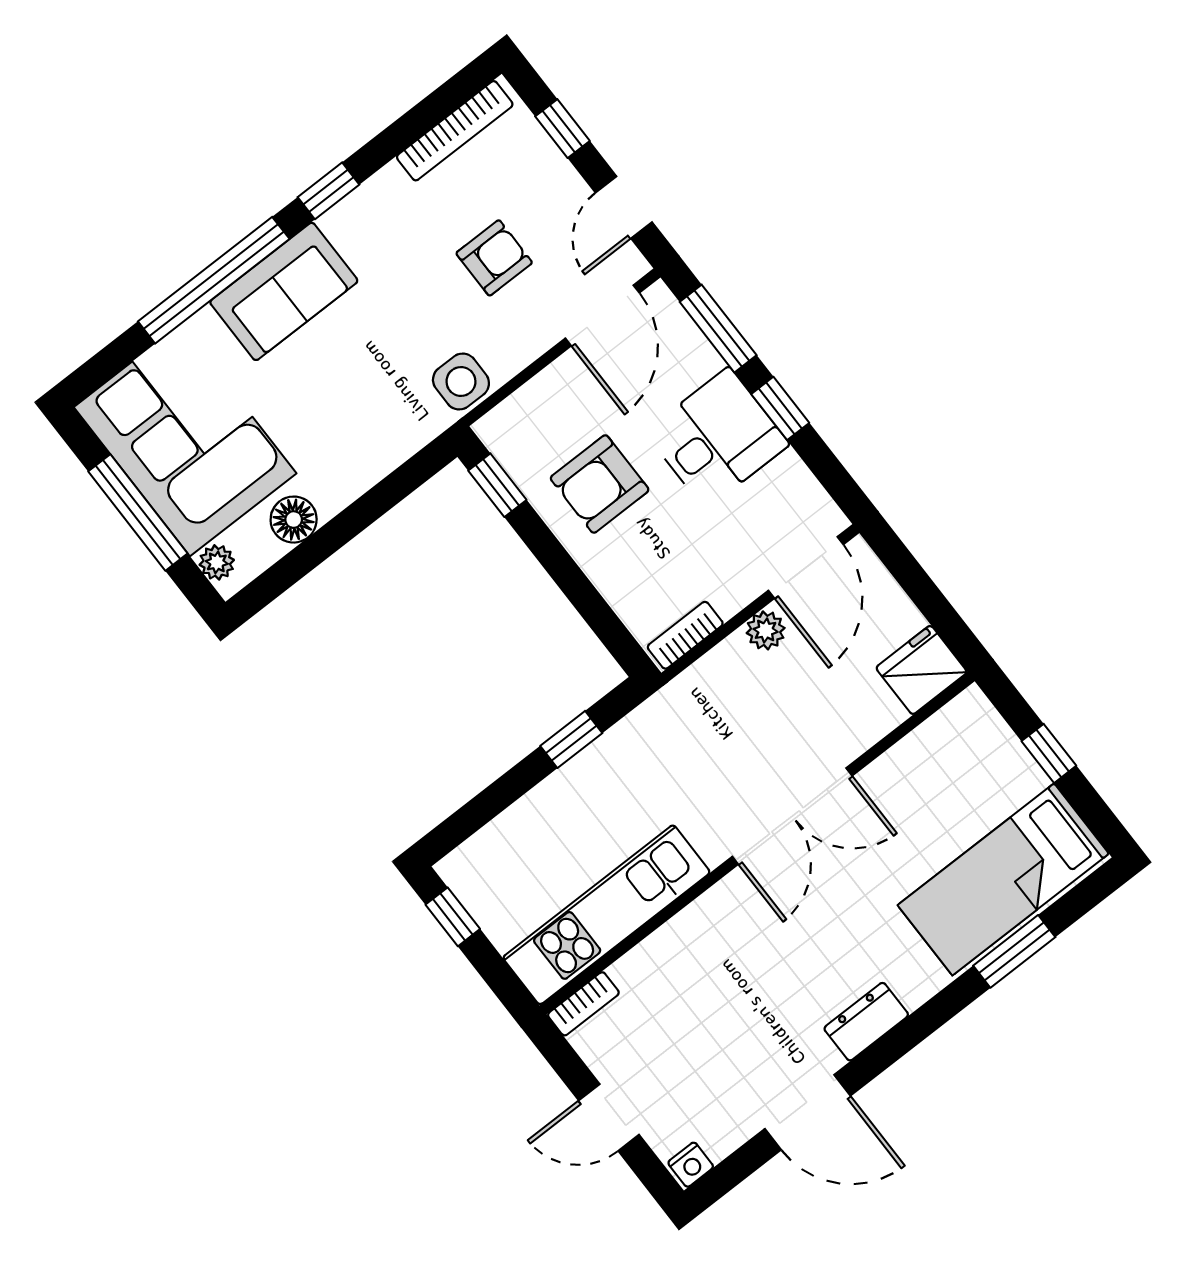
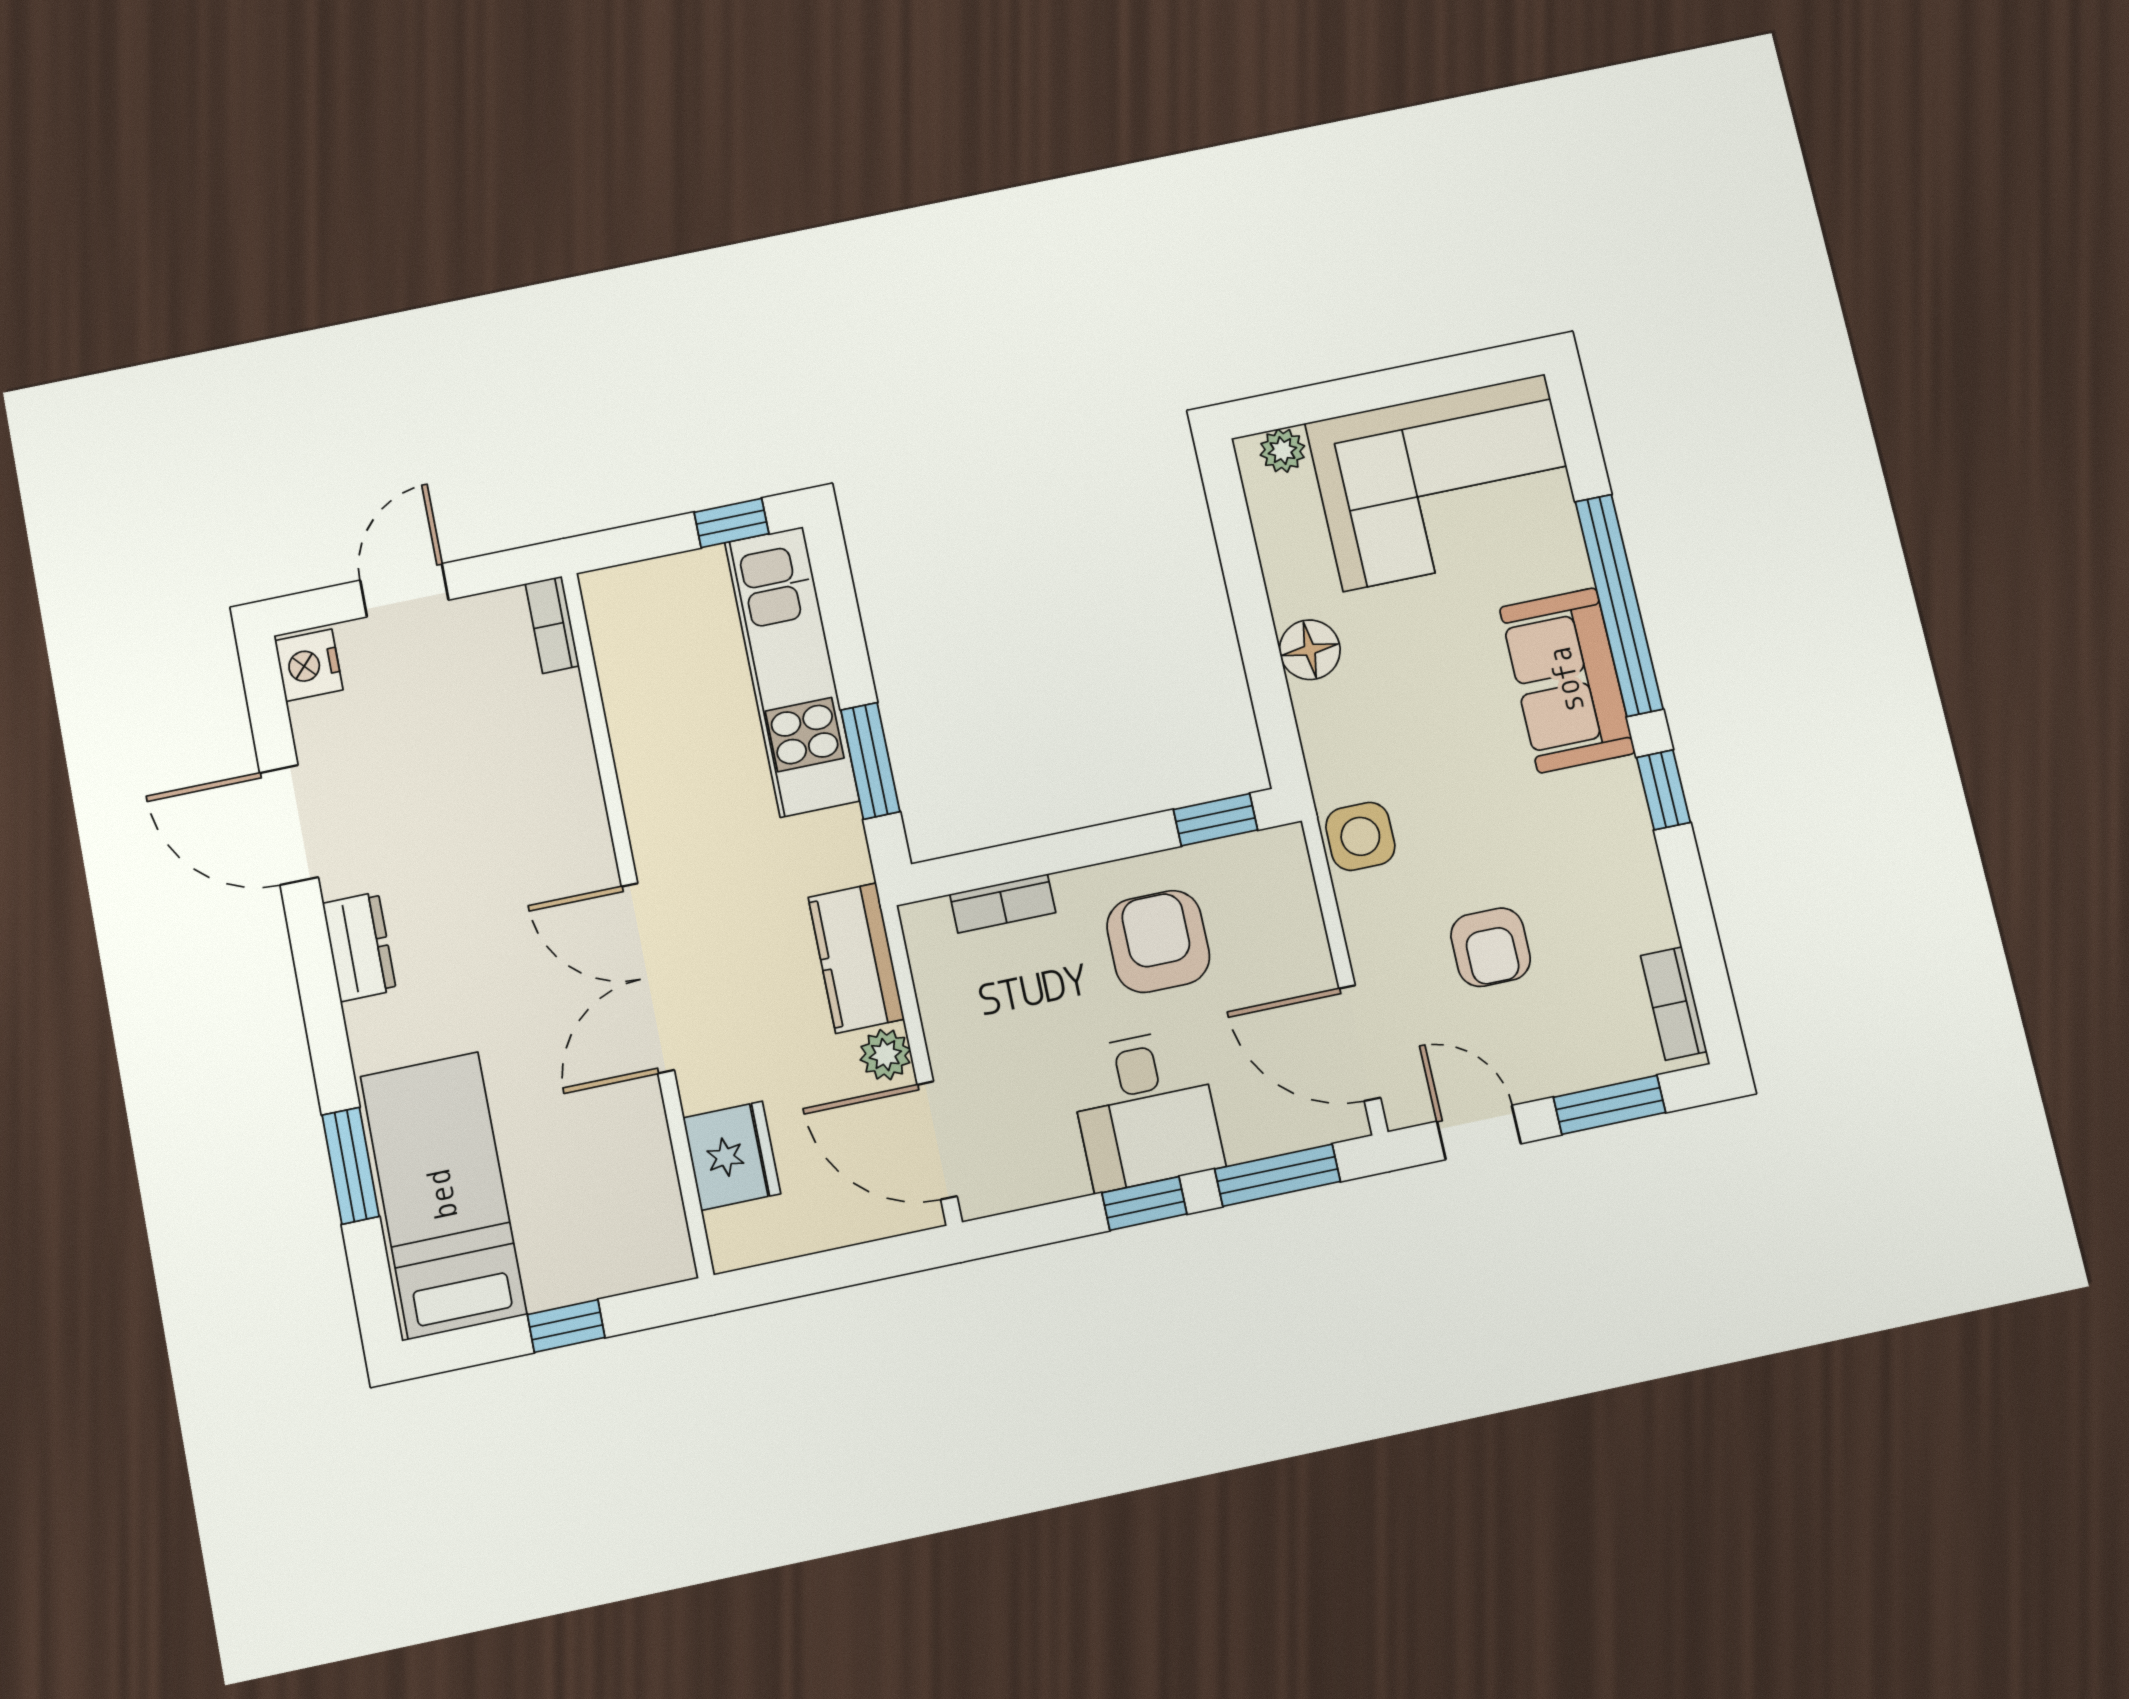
window: (562, 129) -> (1610, 1105), width x1.50
bookcase: (455, 131) -> (1674, 1004), width x0.64
window: (138, 512) -> (1385, 388), removed
floor lamp: (294, 520) -> (1310, 650), moved
bookcase: (685, 635) -> (1003, 903), moved, turned 90
fridge: (922, 670) -> (732, 1156), moved
kitchen counter: (710, 682) -> (856, 958), added
window: (571, 739) -> (870, 761), width x1.50
kitchen unit: (606, 915) -> (792, 671), moved, turned 180
door: (808, 1112) -> (289, 825), hinge flipped
nightstand: (691, 1165) -> (309, 665), width x1.39, depth x1.35

